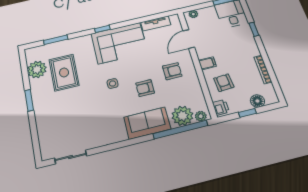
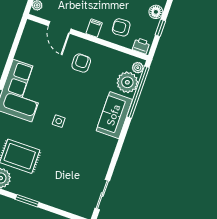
tv unit: (156, 23) -> (24, 46), removed
armchair: (145, 88) -> (82, 96), removed

